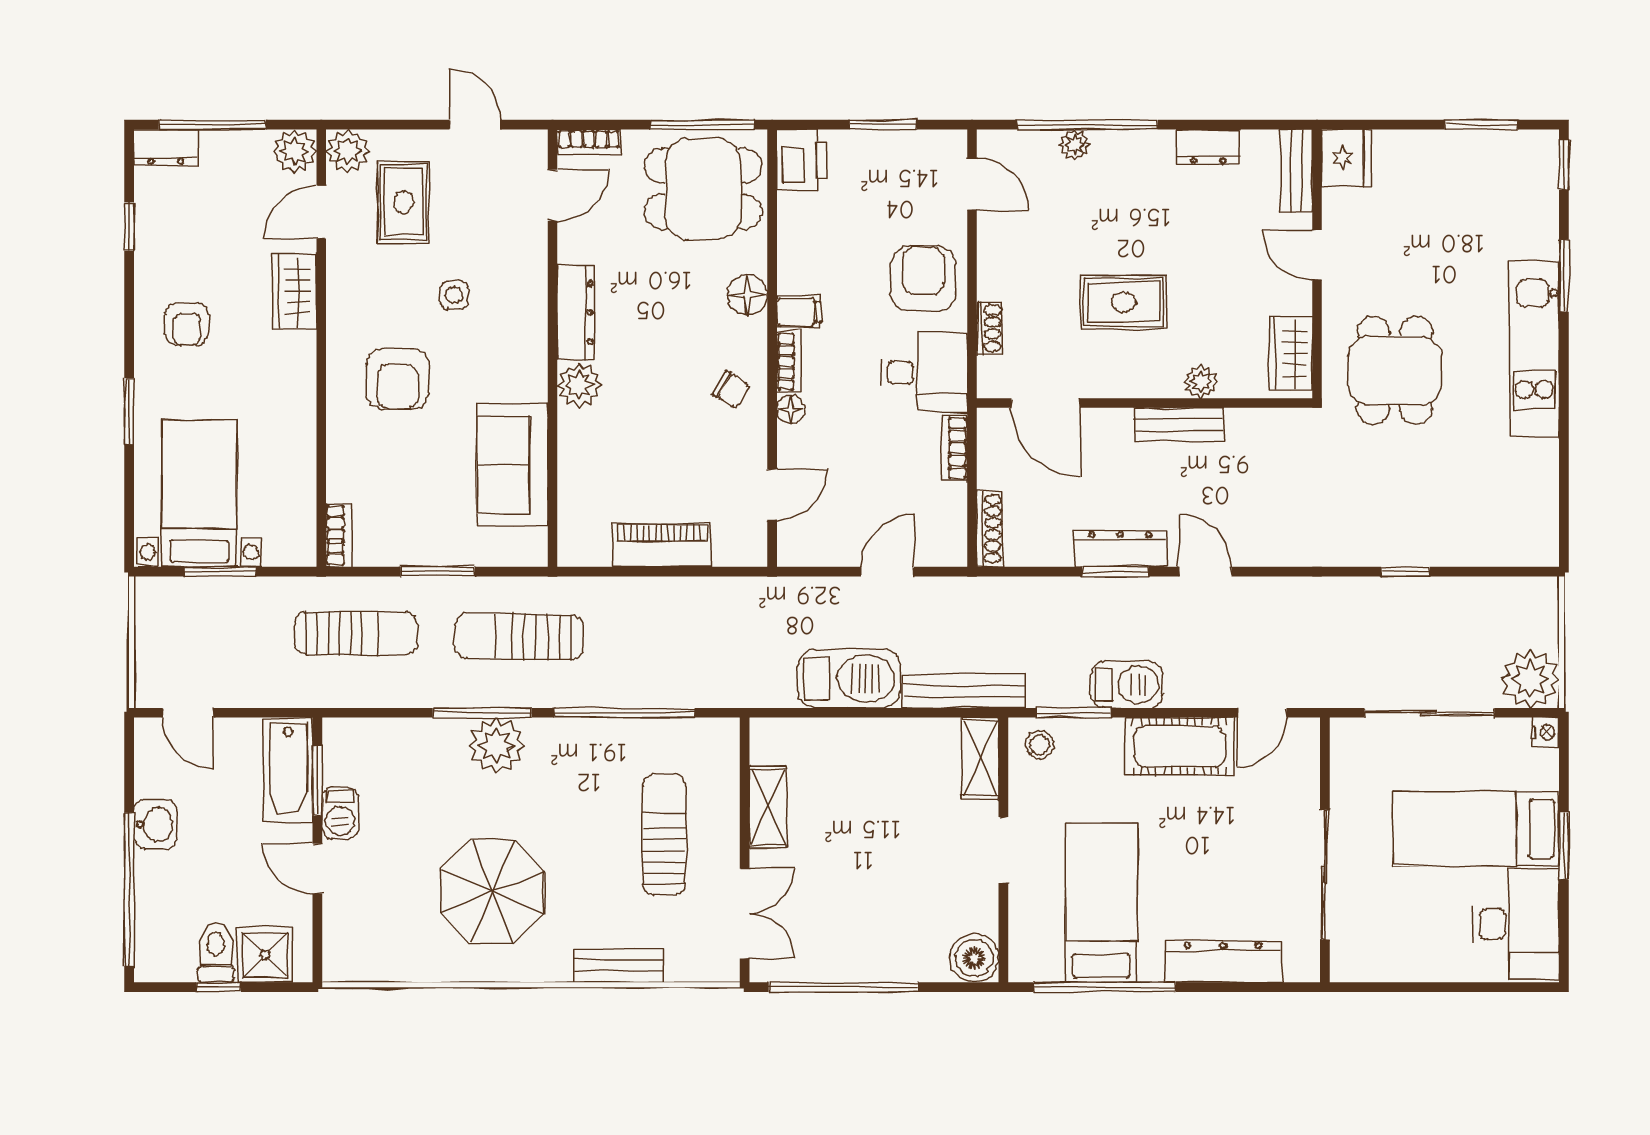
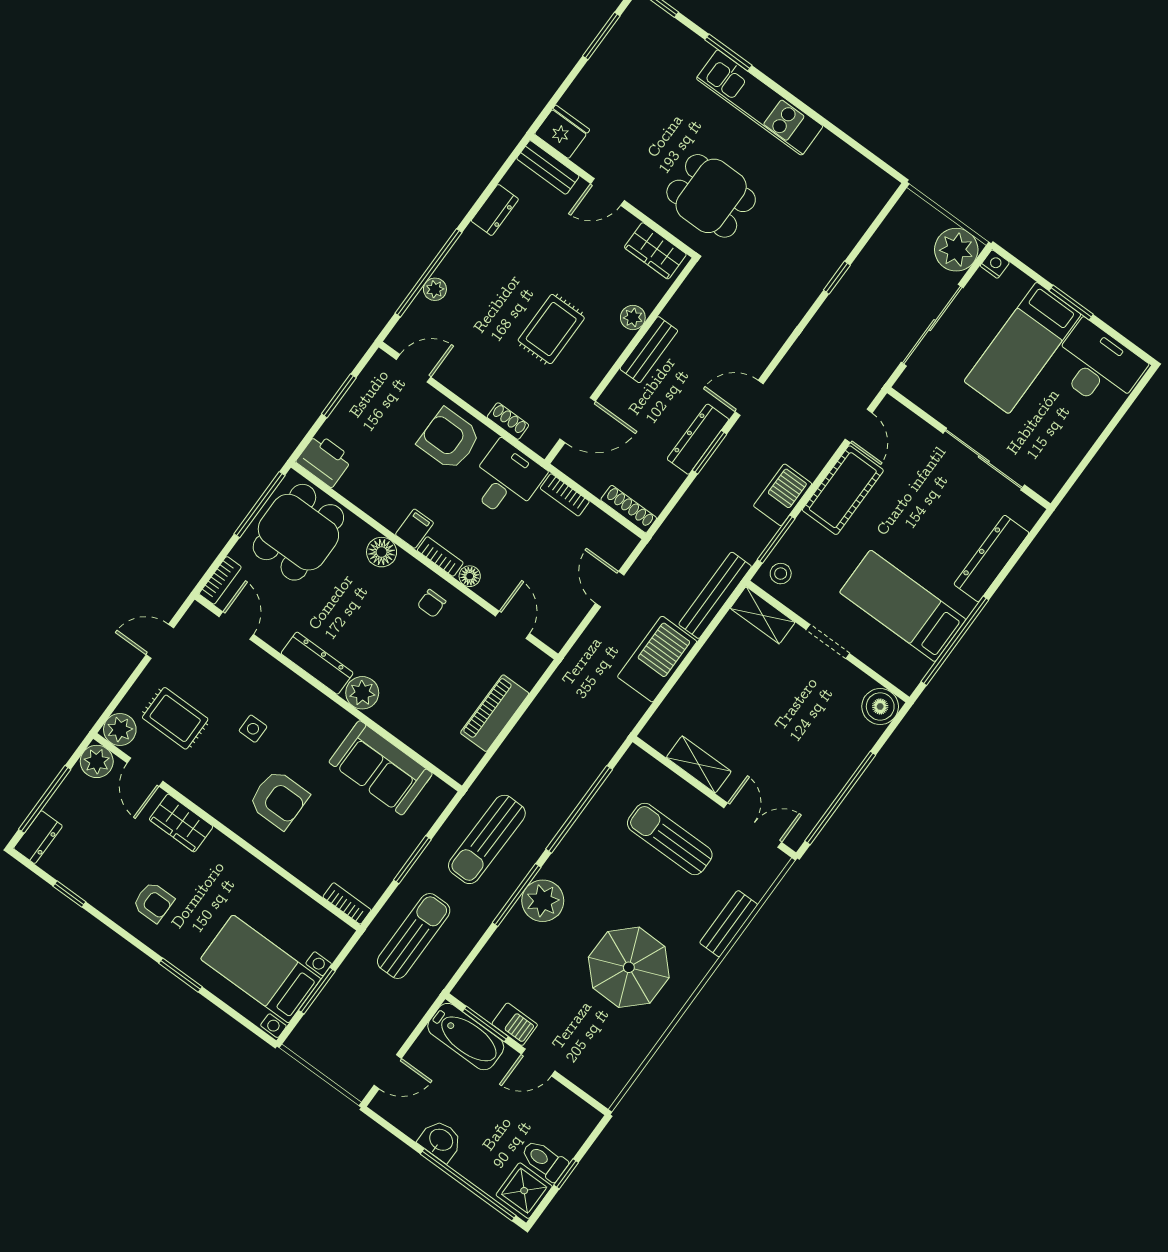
chair: (731, 390) -> (432, 603), turned 149
shower: (265, 955) -> (524, 1191), moved

